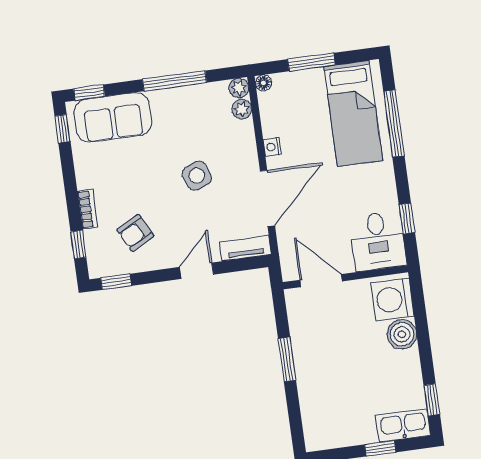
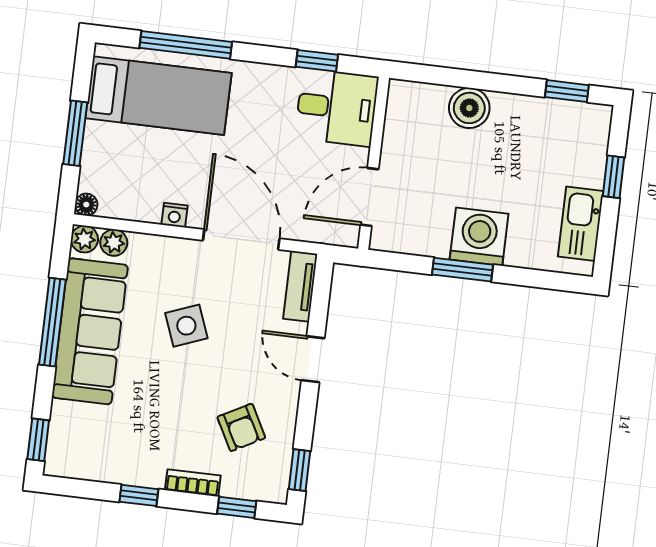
sofa: (113, 117) -> (90, 331), moved, width x1.36
window: (63, 129) -> (139, 495), moved
washing machine: (393, 299) -> (479, 237), moved, turned 180
kitchen sink: (403, 425) -> (581, 224), moved

